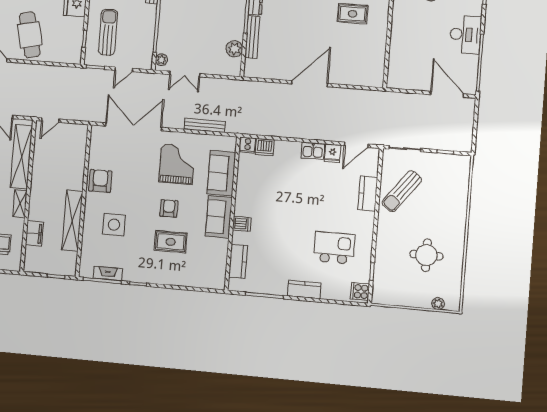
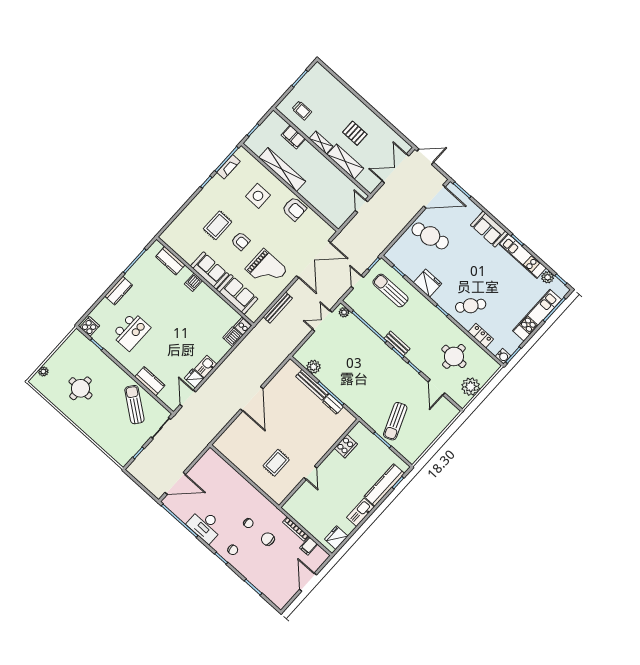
sun lounger: (108, 32) -> (390, 290), turned 180
shelving: (21, 157) -> (345, 162), width x0.68

